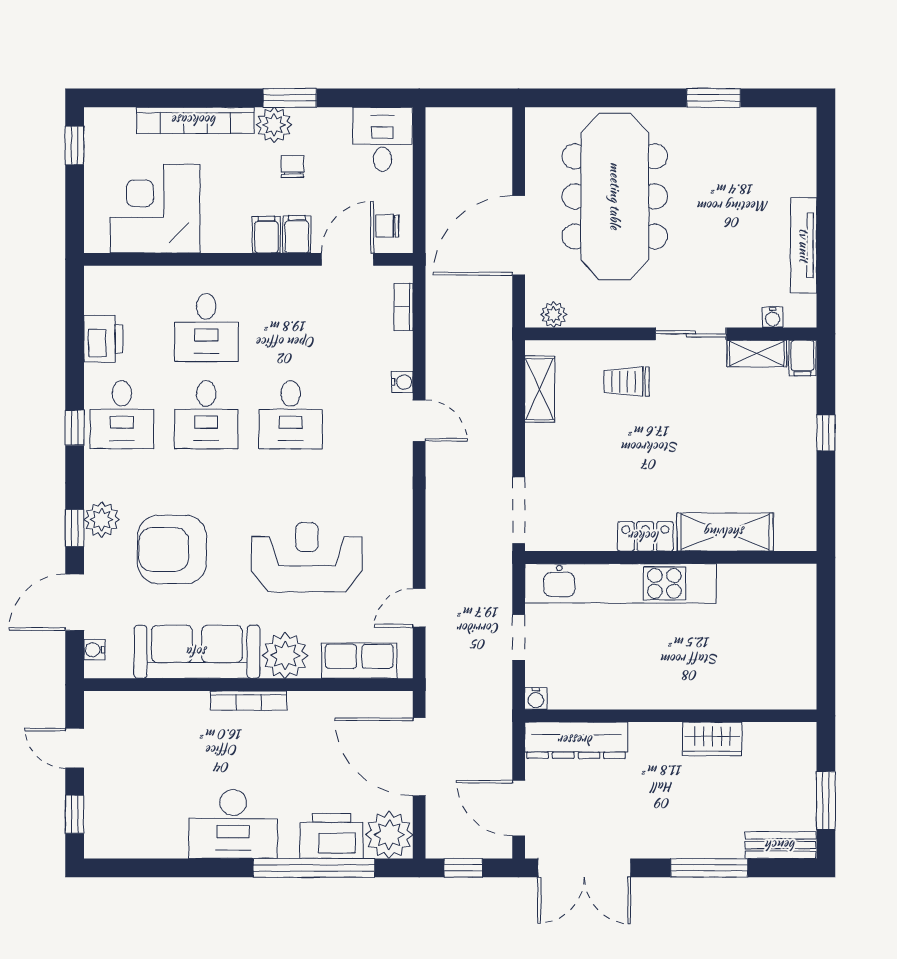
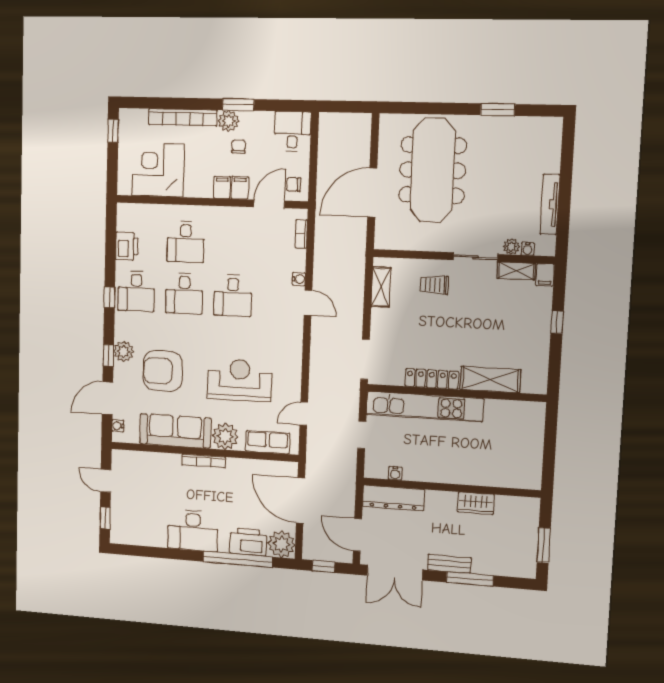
plant: (554, 315) -> (511, 247), moved
locker: (645, 536) -> (432, 379), width x1.53
water cooler: (536, 698) -> (395, 473), moved
bench: (781, 845) -> (449, 564), moved

